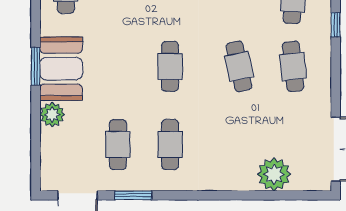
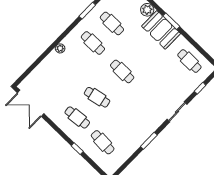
plant: (274, 174) -> (60, 48), moved, width x0.53, depth x0.53

